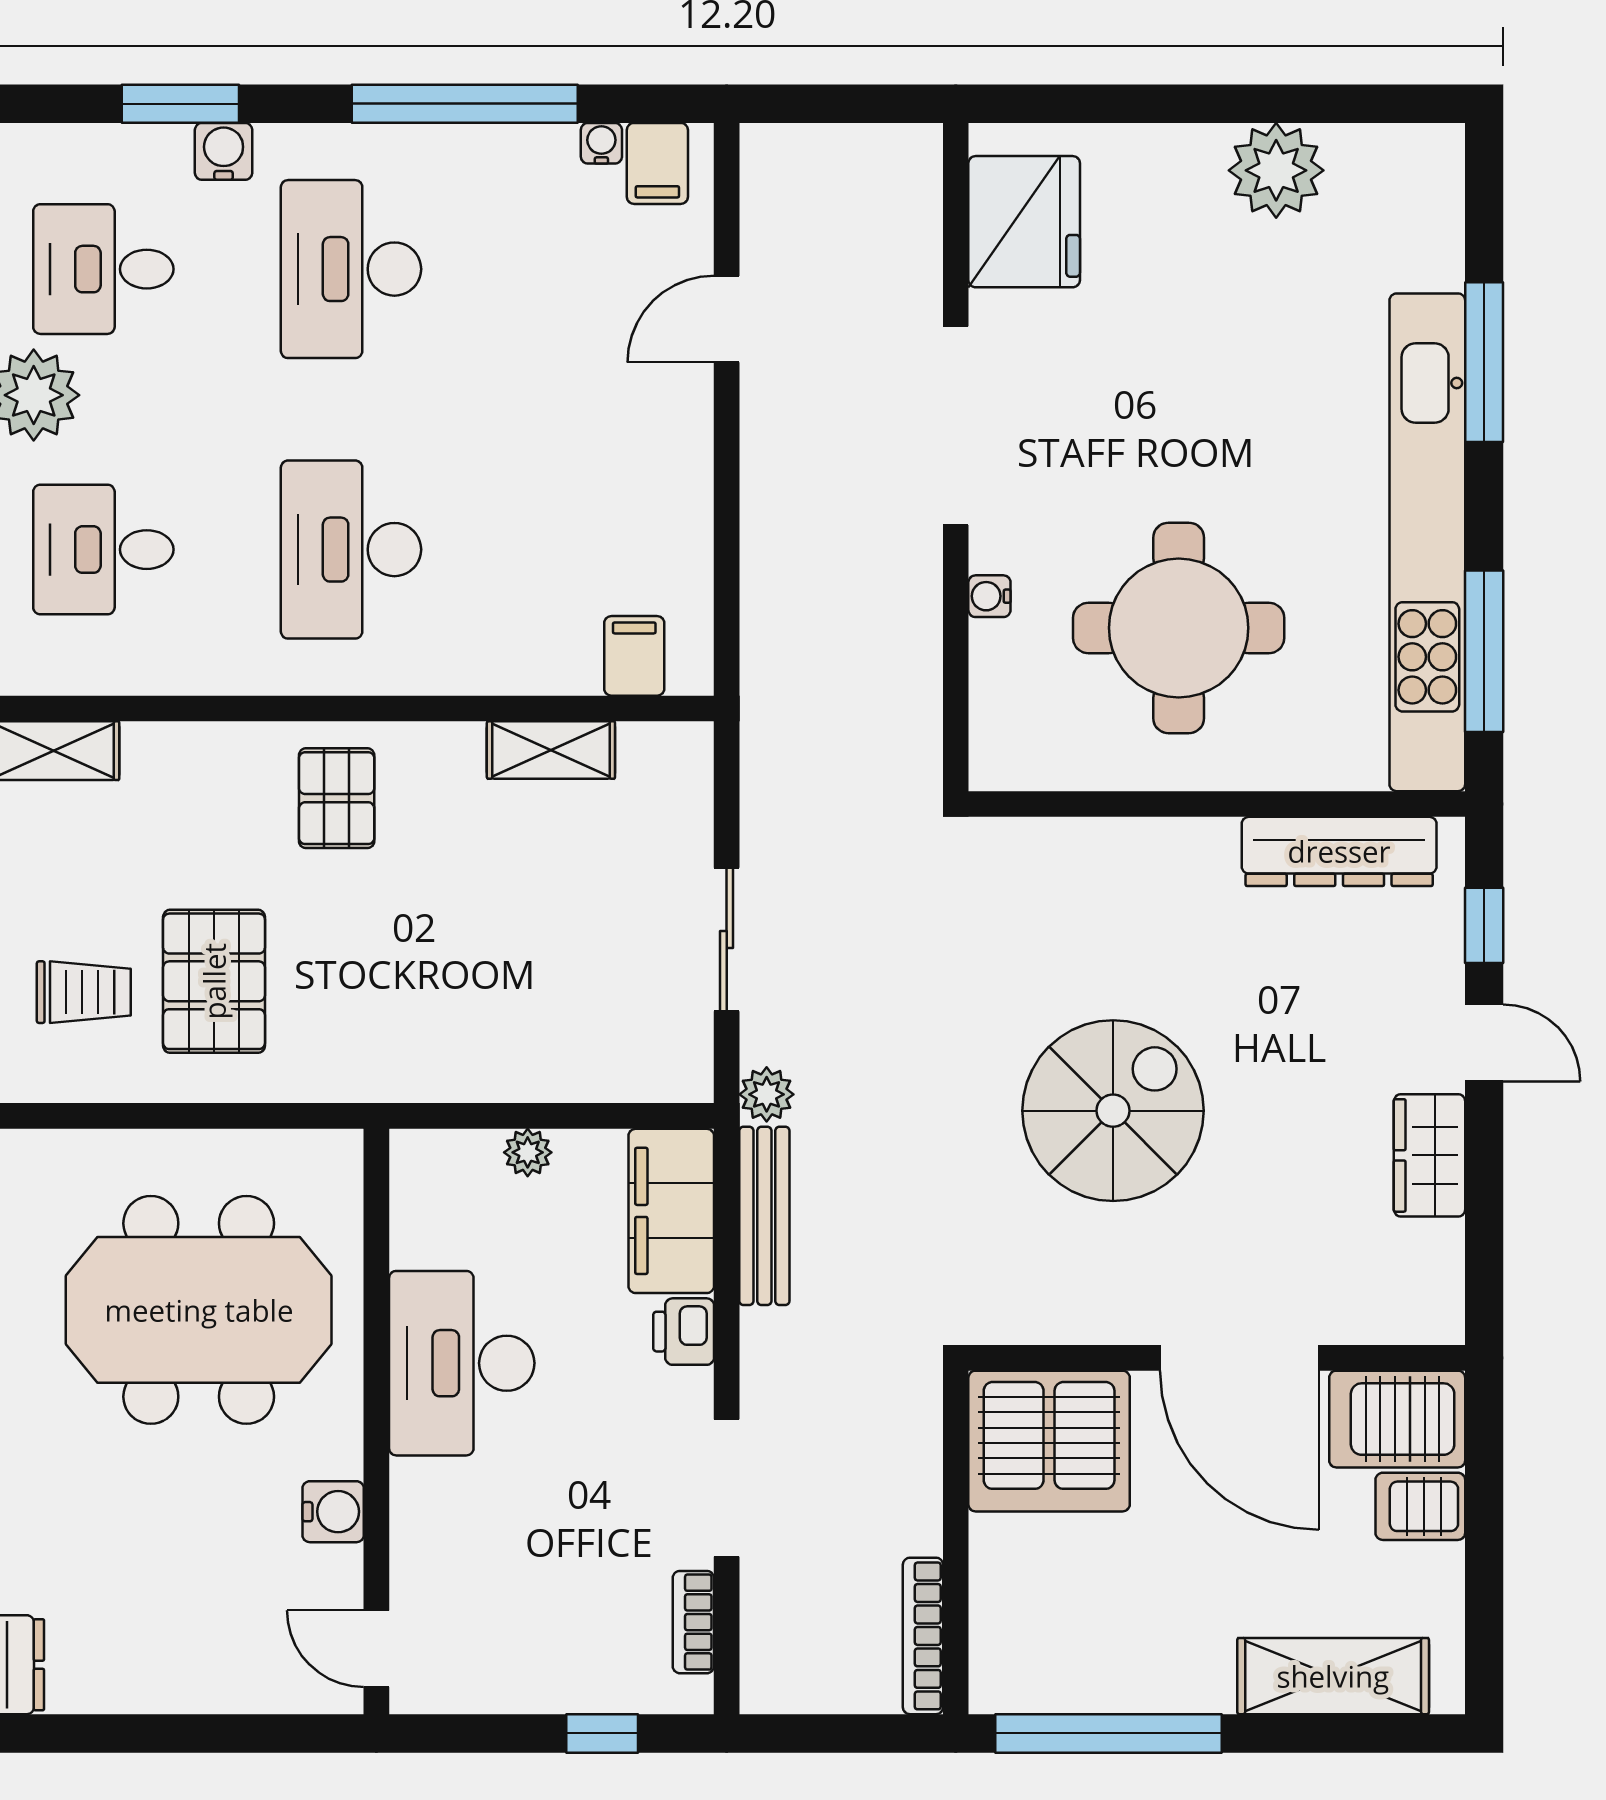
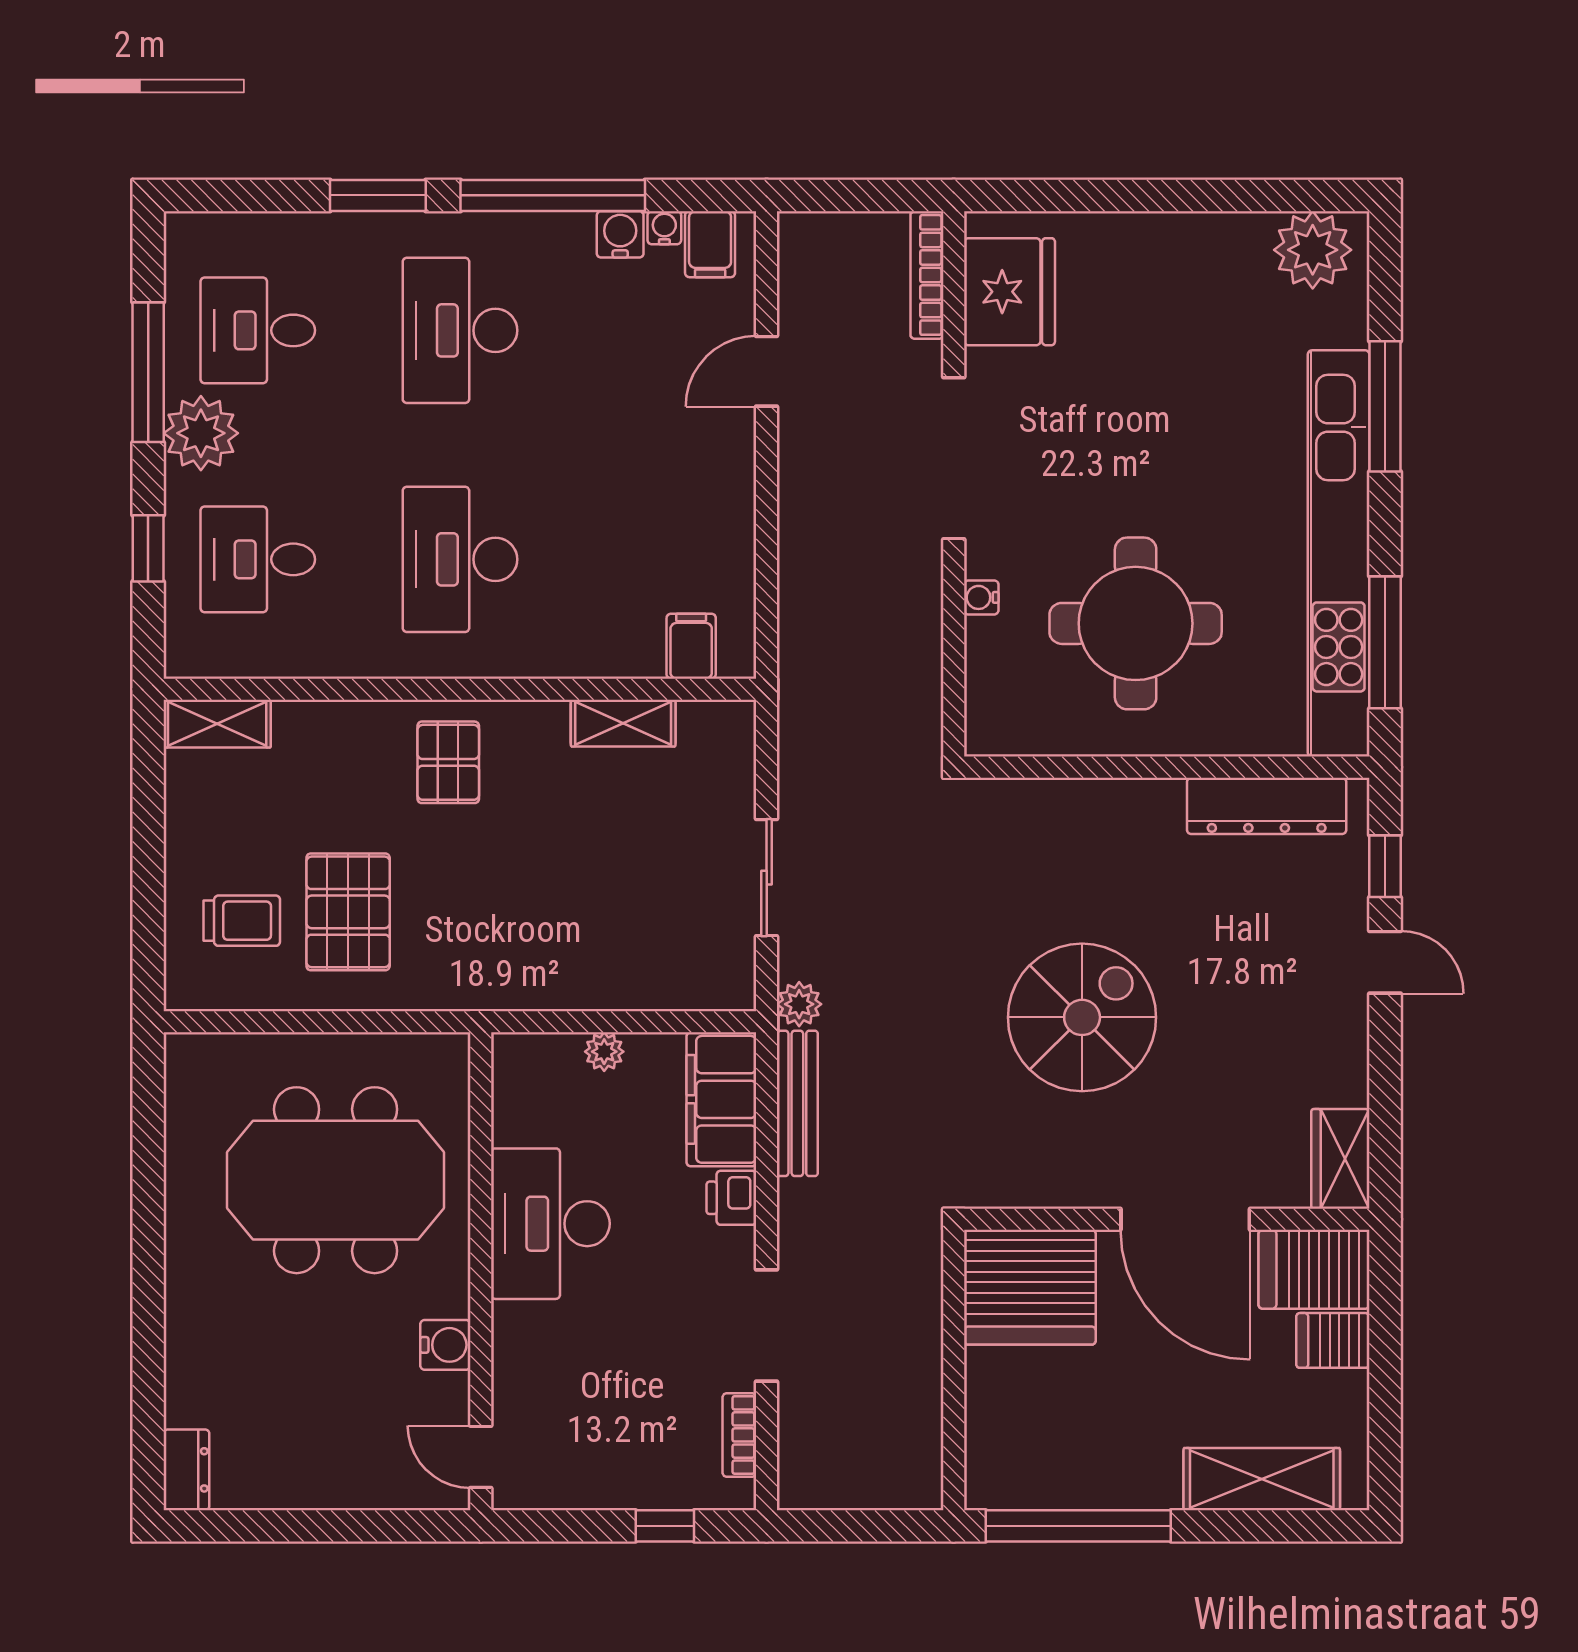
window: (180, 104) -> (378, 195), moved
water cooler: (224, 151) -> (620, 234), moved
plant: (1276, 170) -> (1313, 250), moved
wardrobe: (1430, 1155) -> (1340, 1159), moved
bookcase: (923, 1636) -> (927, 275), moved

